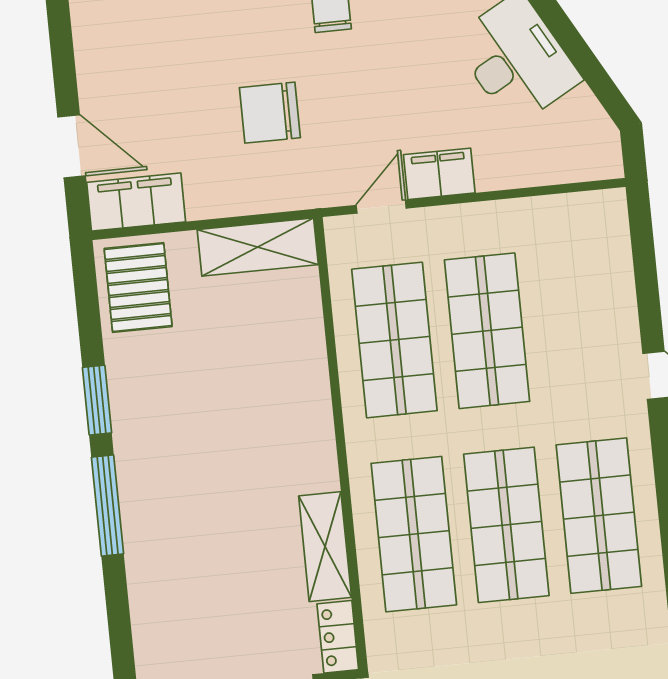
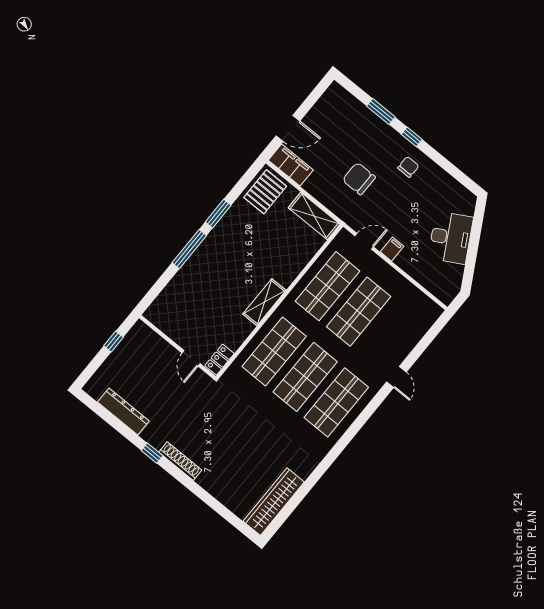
door: (72, 146) -> (288, 128), hinge flipped
filing cabinet: (439, 174) -> (392, 249), width x0.50
shelving: (325, 547) -> (264, 302), moved

